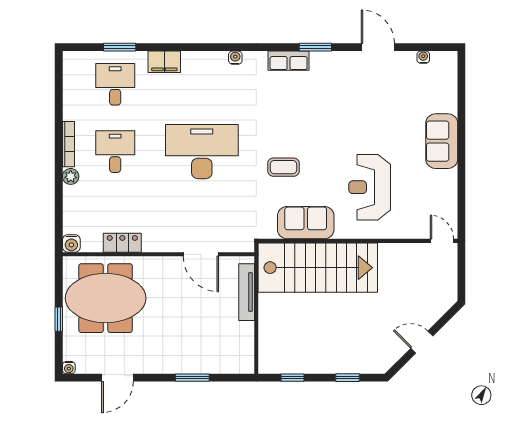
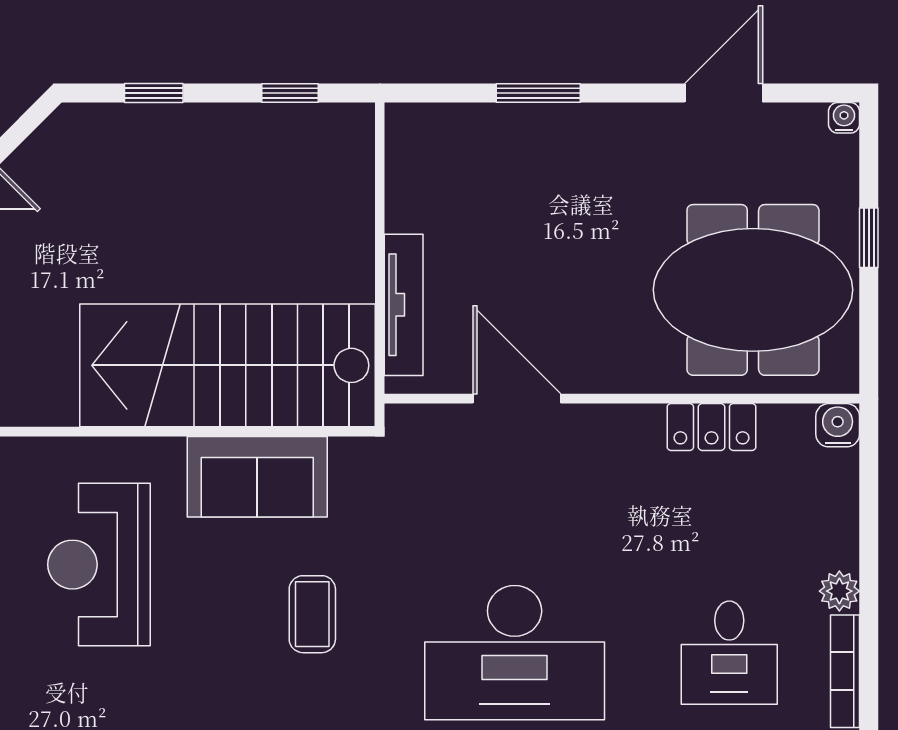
coffee table: (284, 167) -> (312, 614), turned 90
reception desk: (370, 187) -> (99, 565), turned 180

